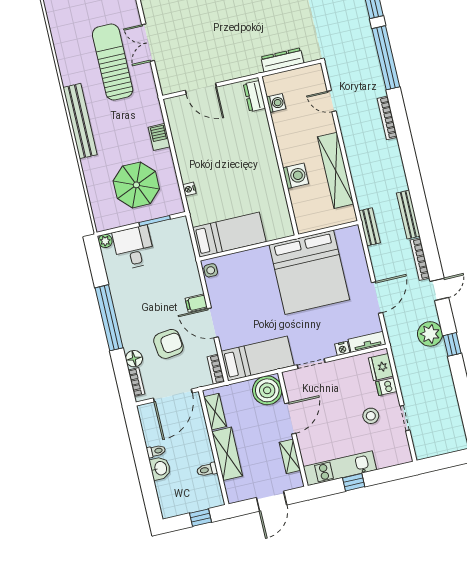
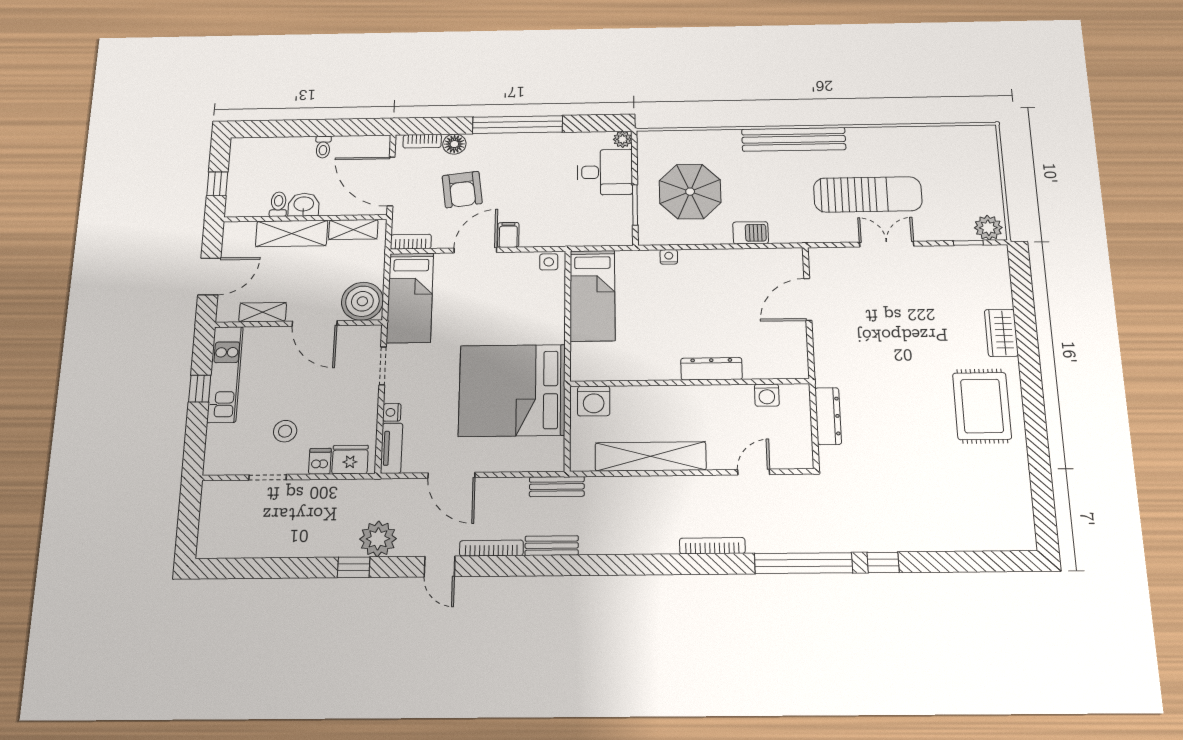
dresser: (254, 96) -> (711, 369), moved, width x1.44
washing machine: (296, 176) -> (594, 401), moved
bench: (408, 215) -> (552, 546), width x0.73
washbasin: (160, 468) -> (304, 205), moved, turned 180
door: (272, 501) -> (209, 276), swing flipped

